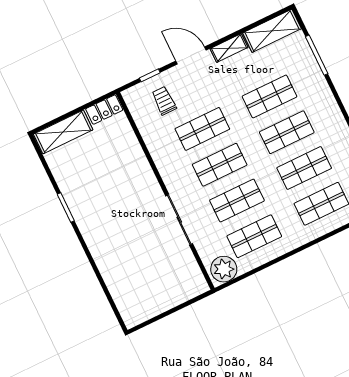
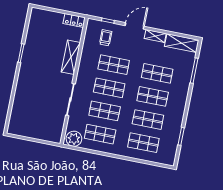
door: (191, 55) -> (135, 26), hinge flipped
shelving: (63, 132) -> (71, 57), moved, turned 90

